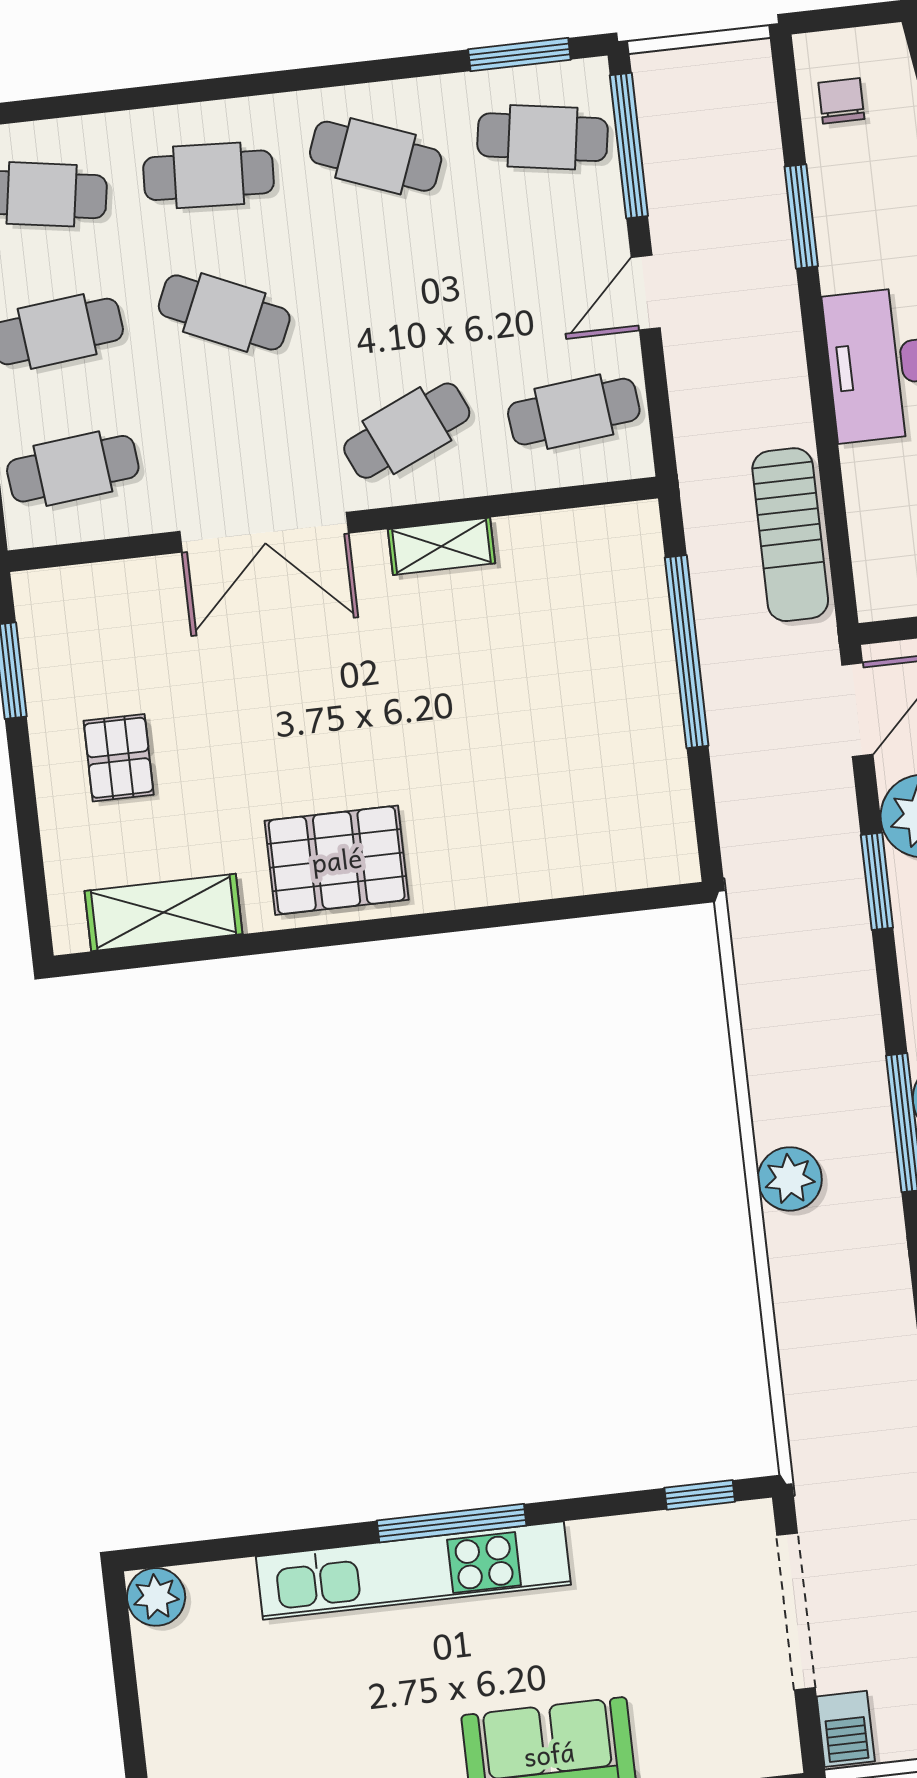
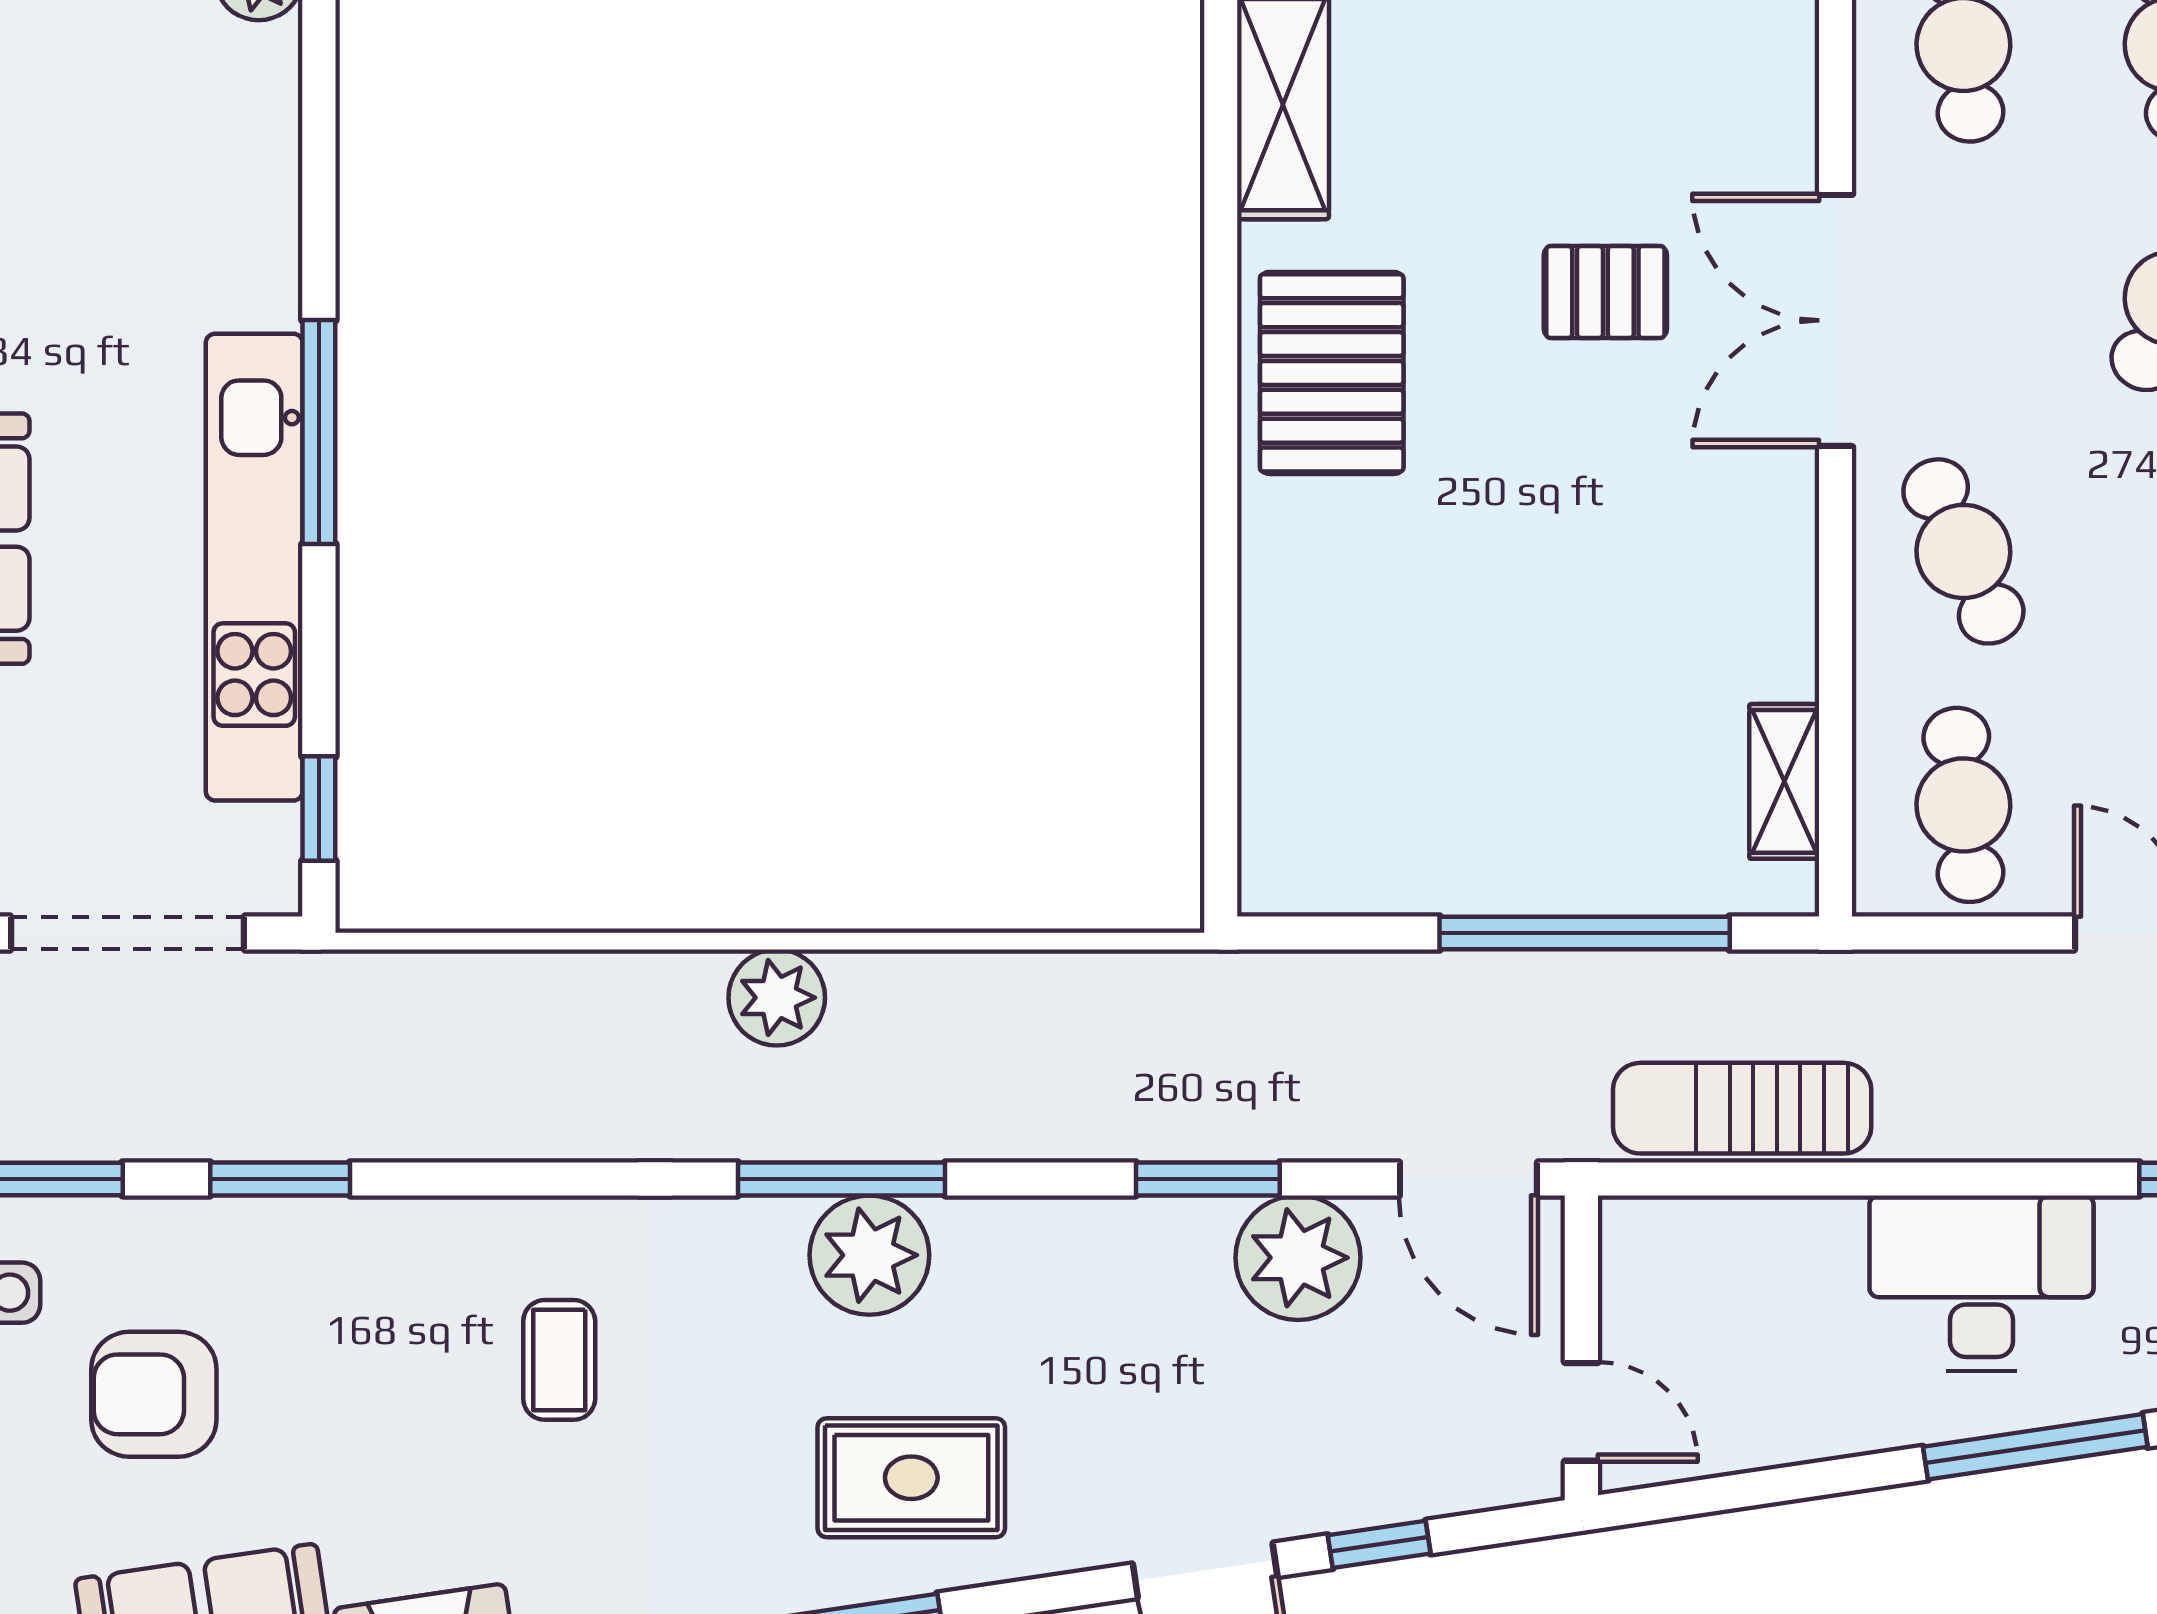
shelving: (442, 546) -> (1784, 781), moved
pallet: (119, 758) -> (1605, 292), moved
kitchen unit: (413, 1571) -> (254, 567), moved

